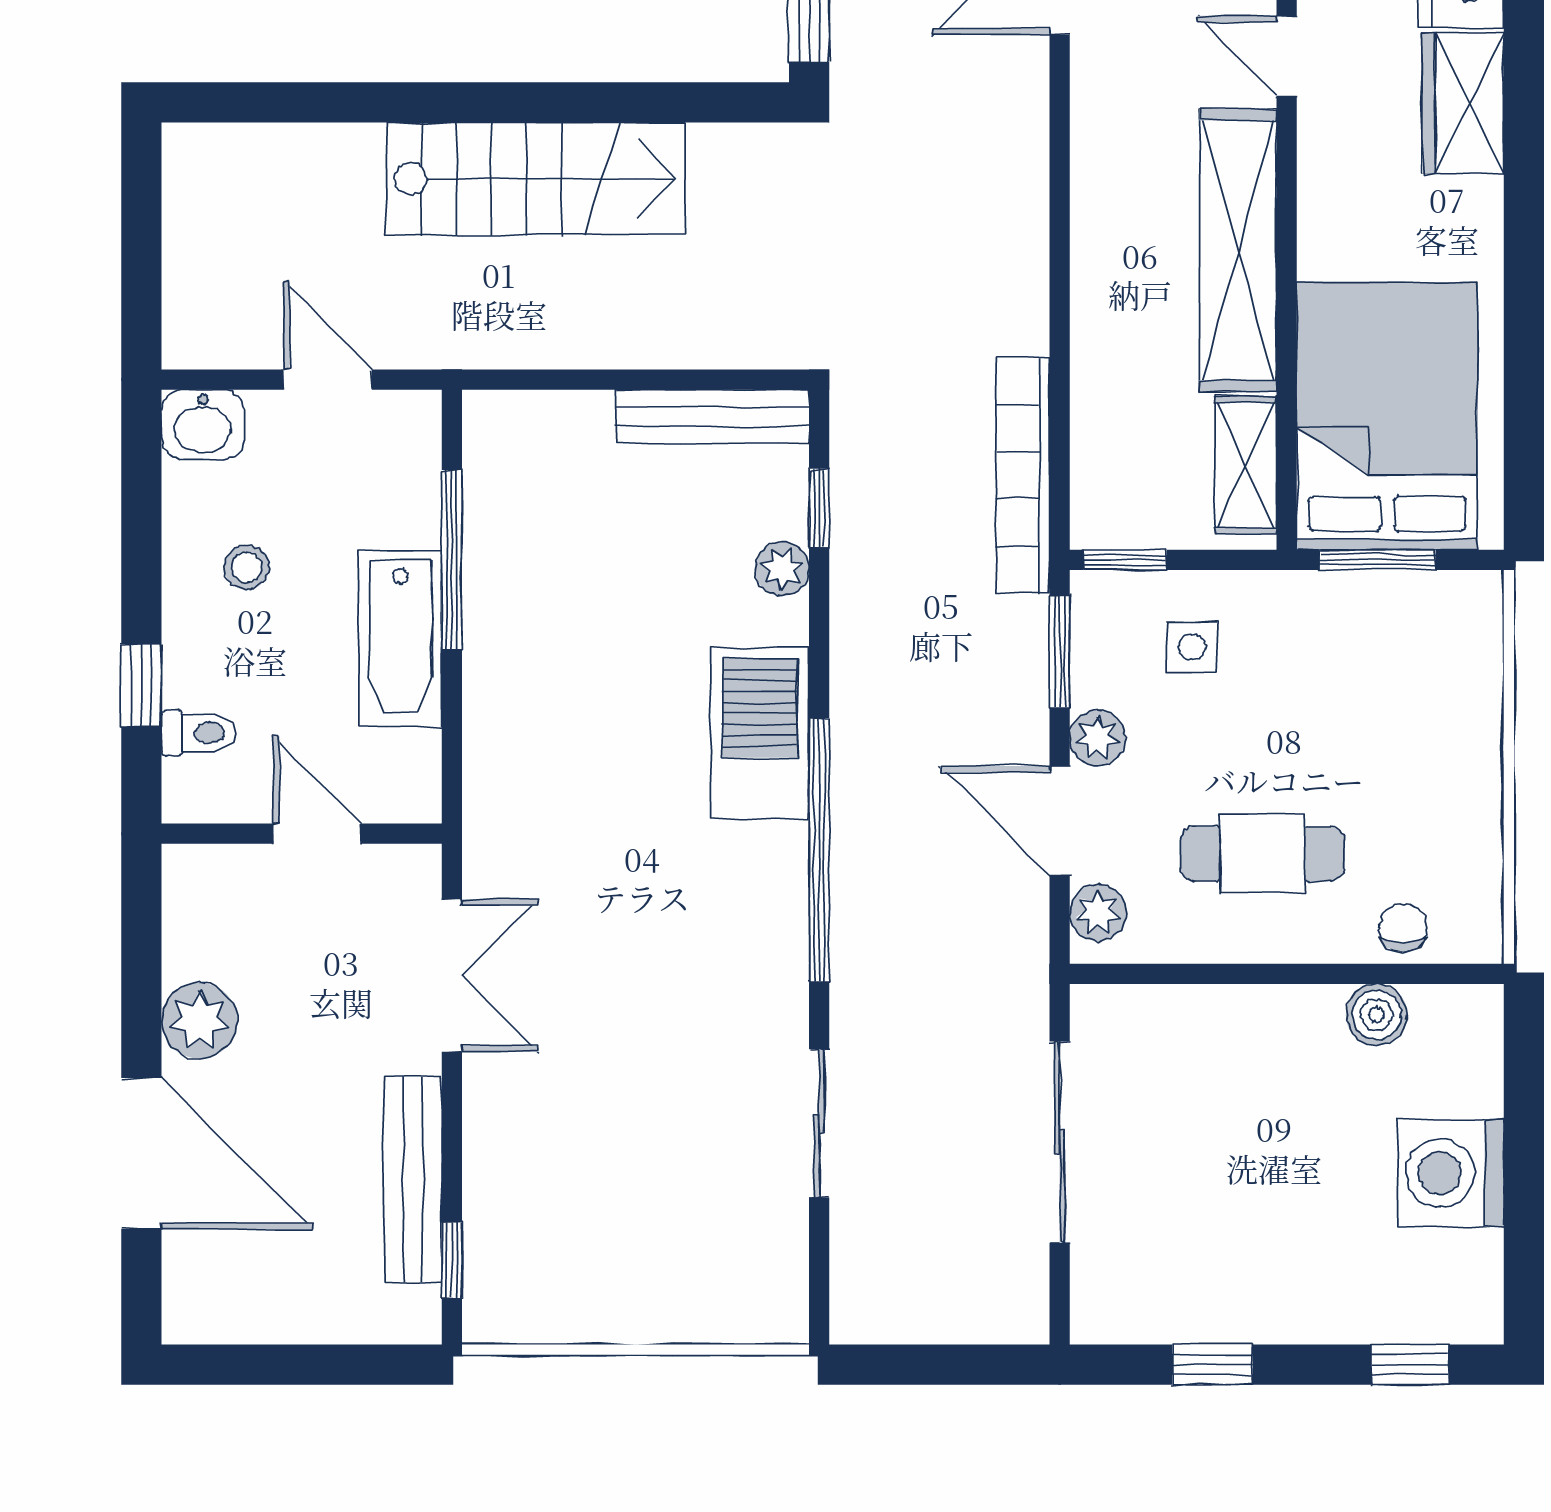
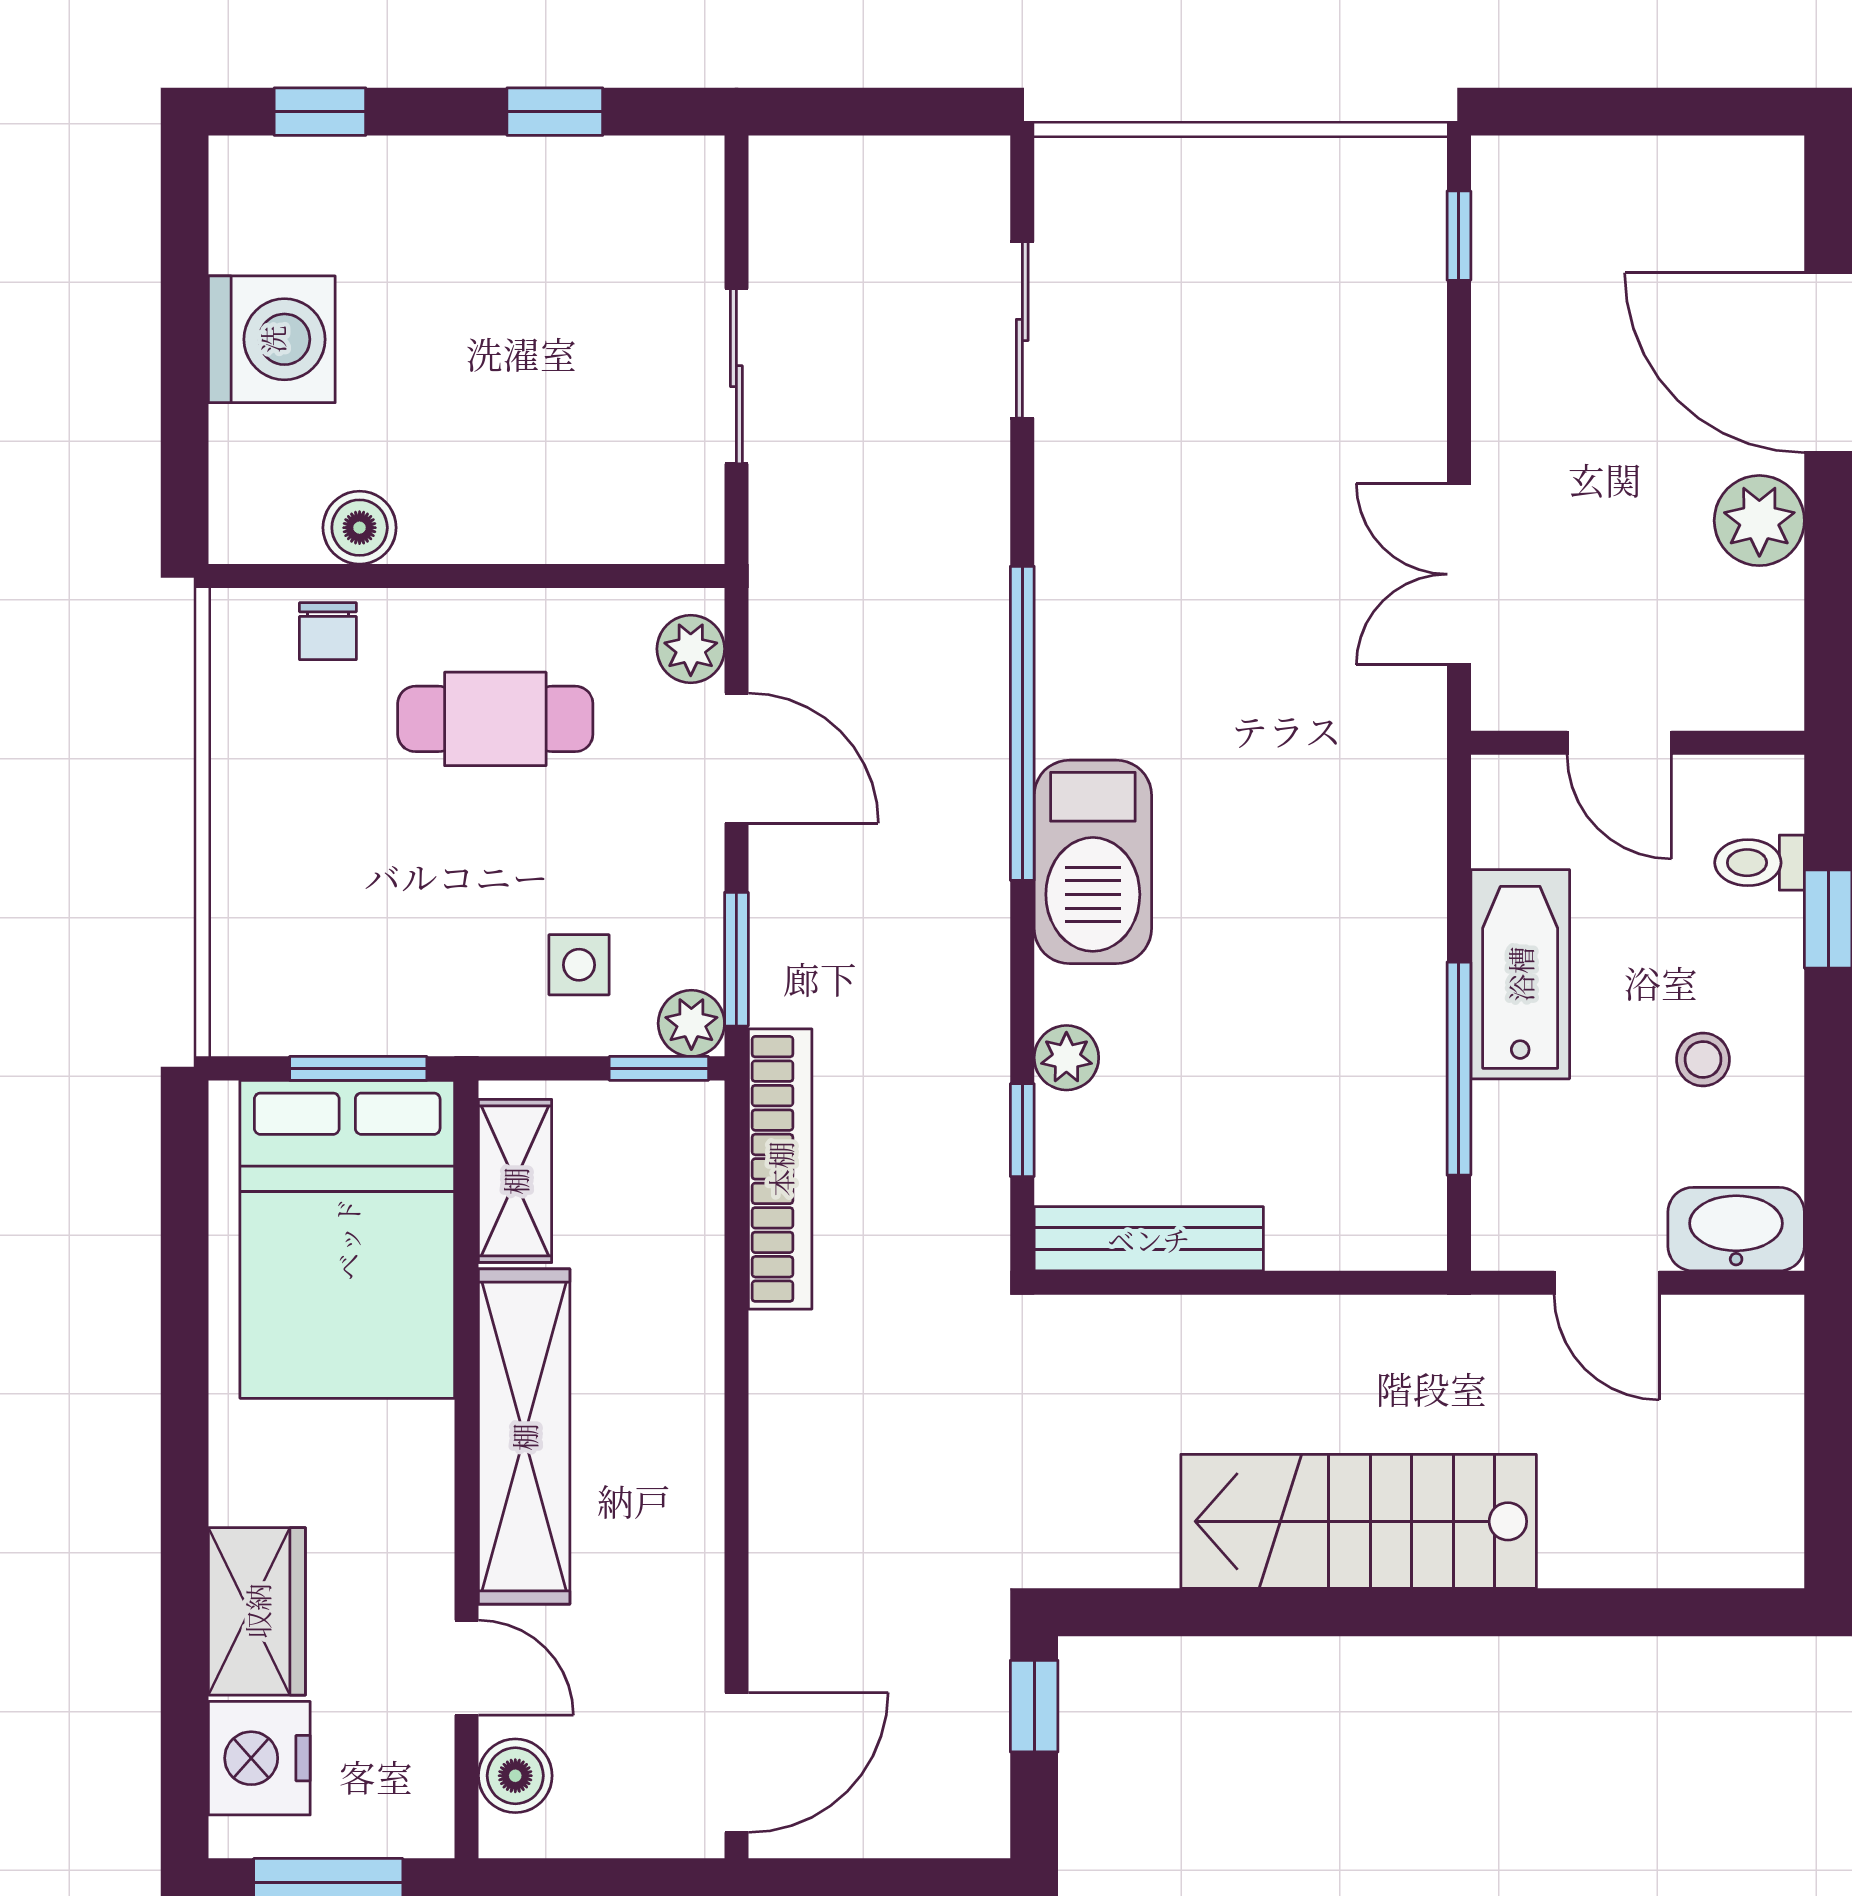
washbasin: (203, 425) -> (1736, 1229), width x1.38
plant: (1098, 738) -> (691, 1023), moved
sliding door: (819, 1123) -> (1022, 330), moved
sliding door: (1060, 1142) -> (736, 376), width x0.73
bench: (413, 1179) -> (1505, 332), removed

